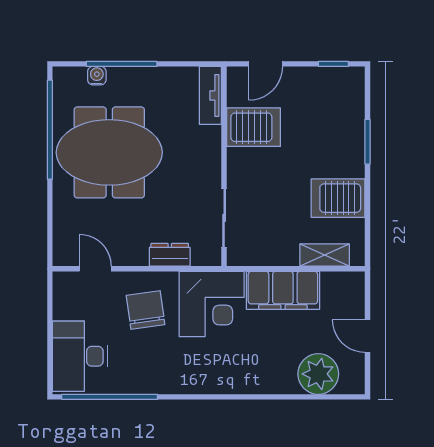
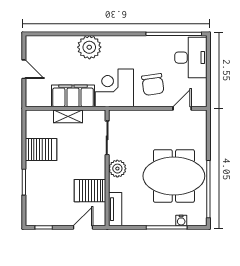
plant: (206, 165) -> (117, 169), added
dresser: (170, 255) -> (139, 117), removed
shelving: (325, 255) -> (68, 116), moved
door: (95, 269) -> (182, 108), swing flipped
plant: (318, 374) -> (89, 47), moved

